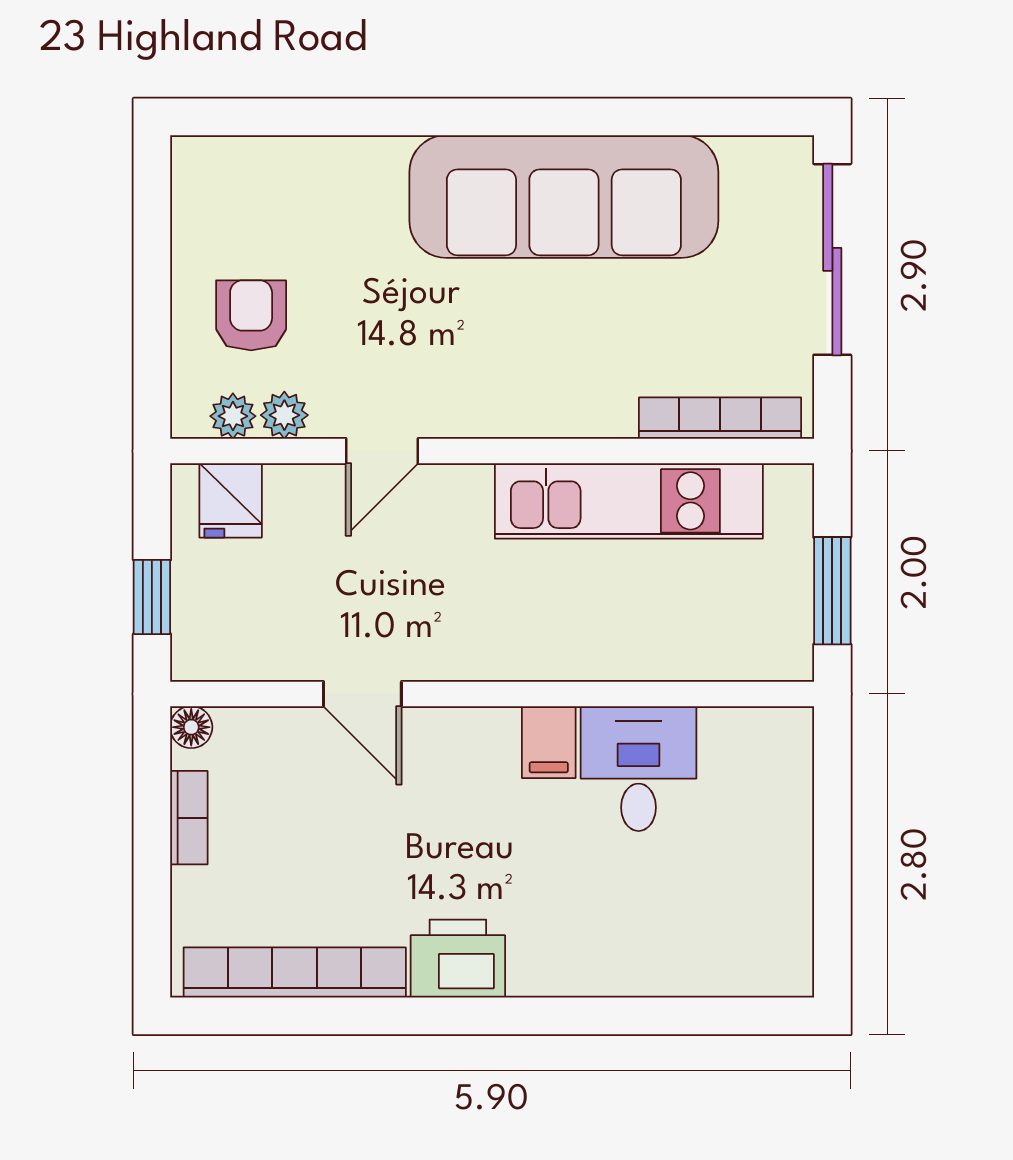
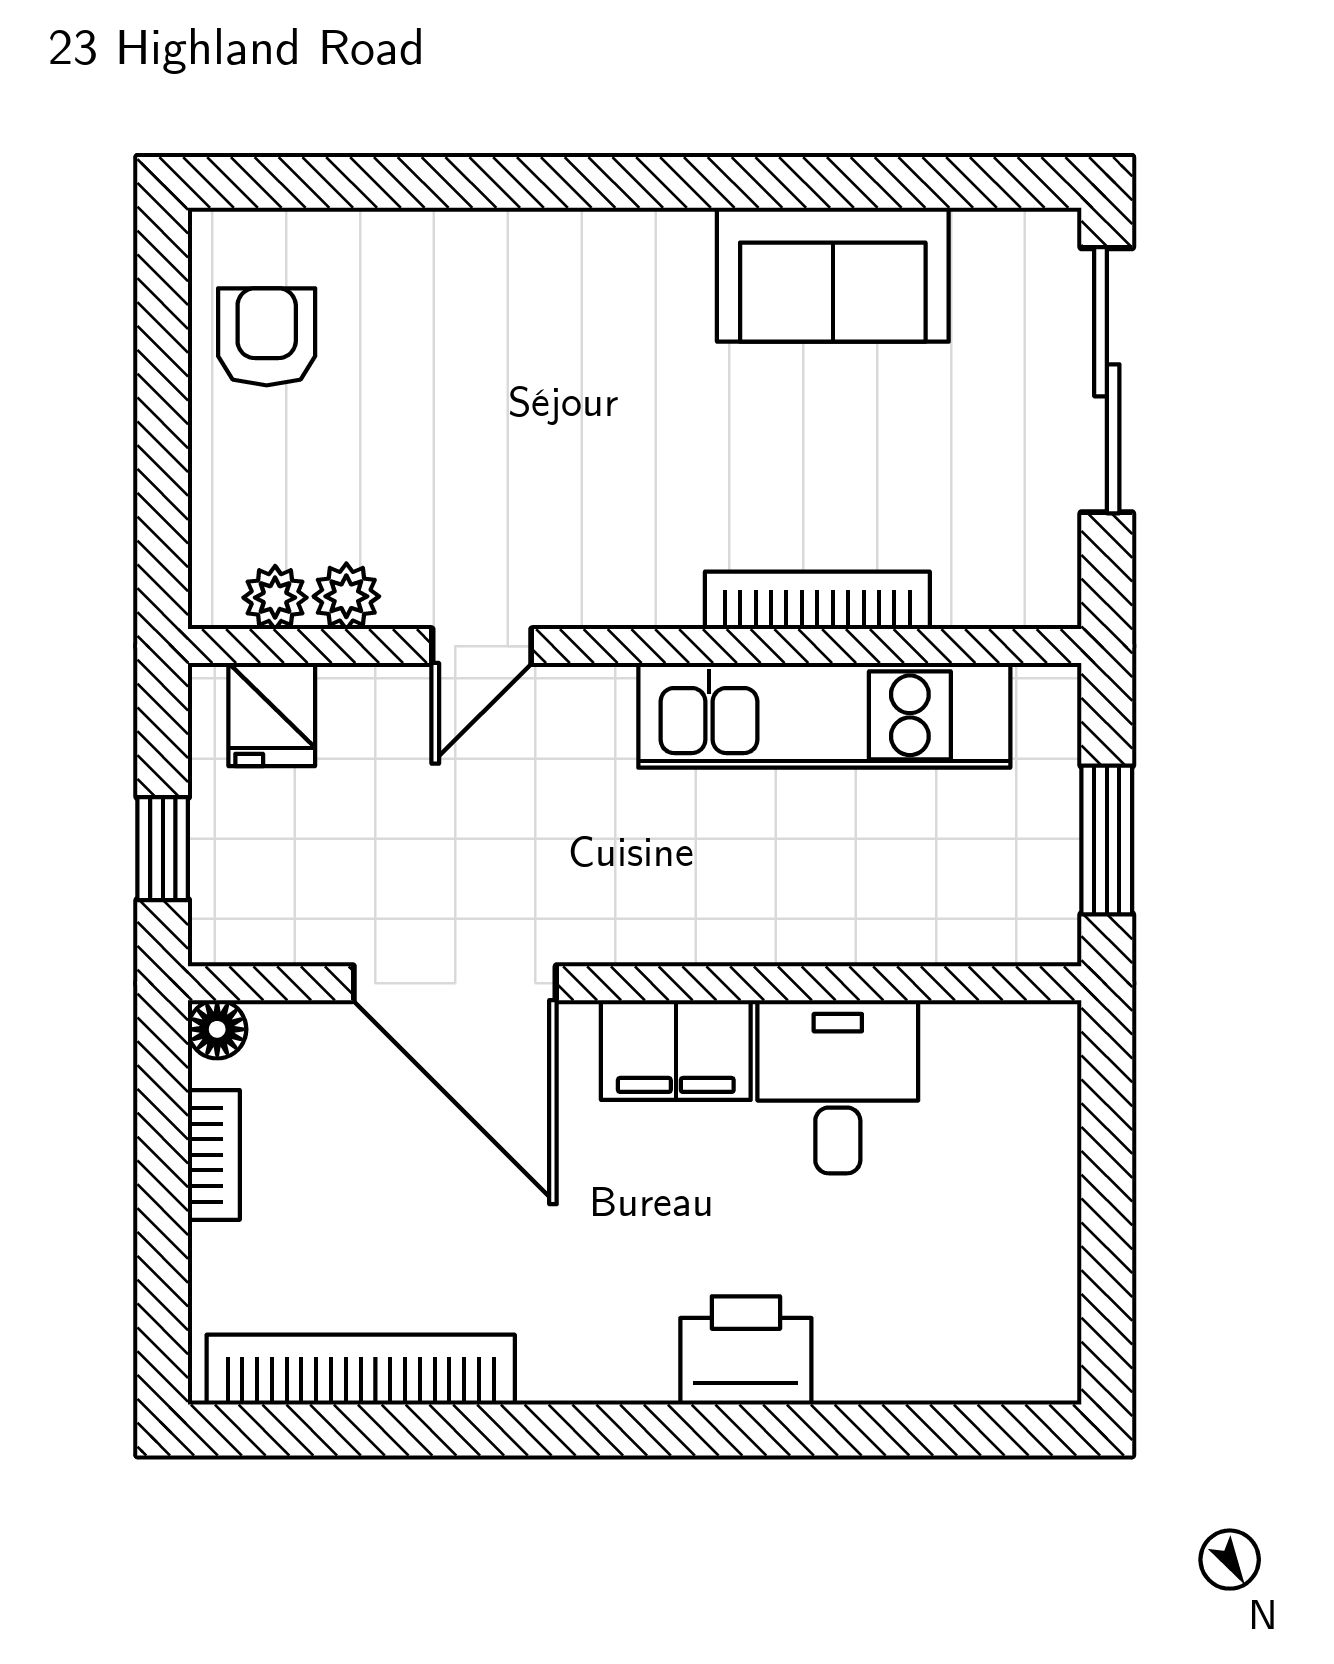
sofa: (564, 196) -> (833, 275), width x0.54, depth x0.79
armchair: (251, 315) -> (267, 337), moved
bookcase: (720, 418) -> (817, 600), moved
door: (362, 694) -> (455, 983), width x1.88
filing cabinet: (549, 742) -> (676, 1050), width x2.00
printer: (458, 959) -> (746, 1350), moved

